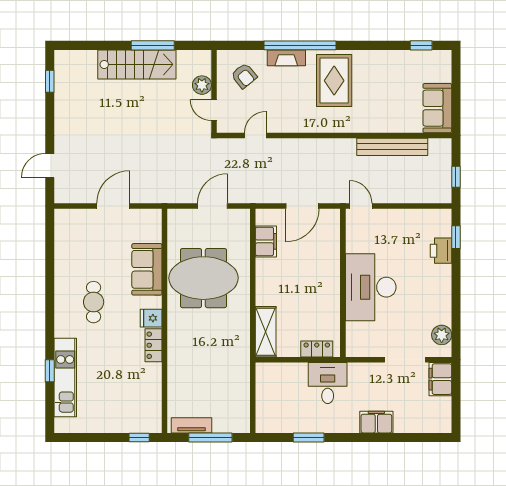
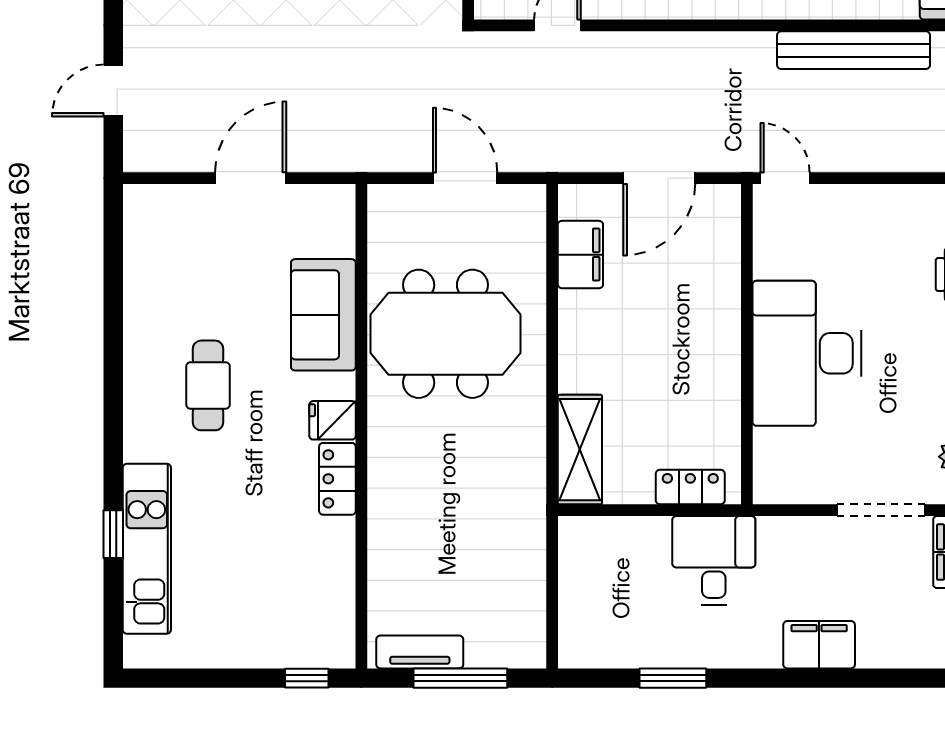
door: (213, 206) -> (465, 178), hinge flipped

